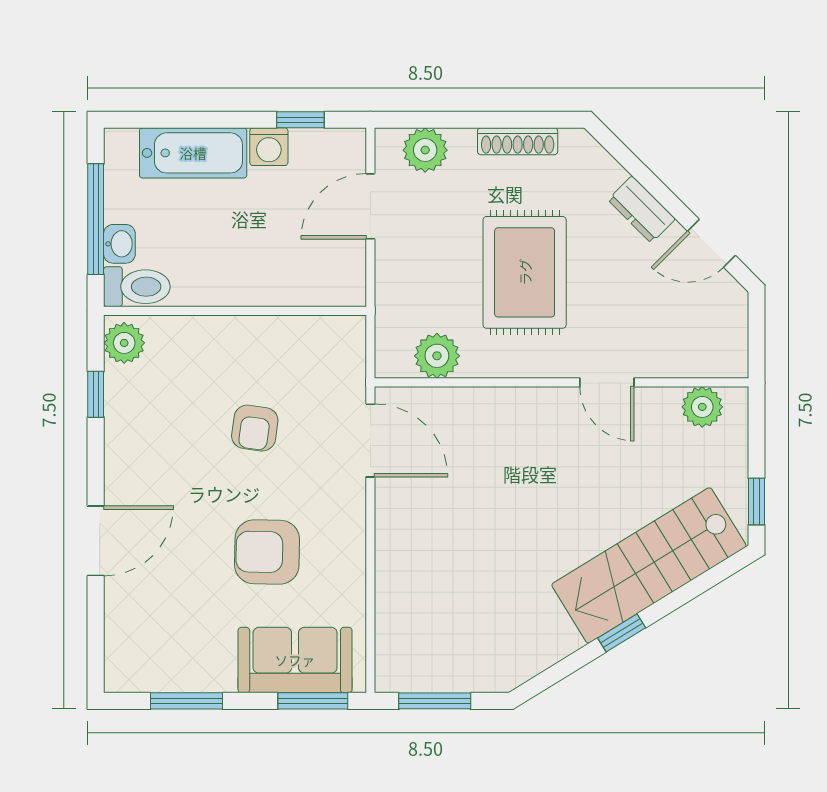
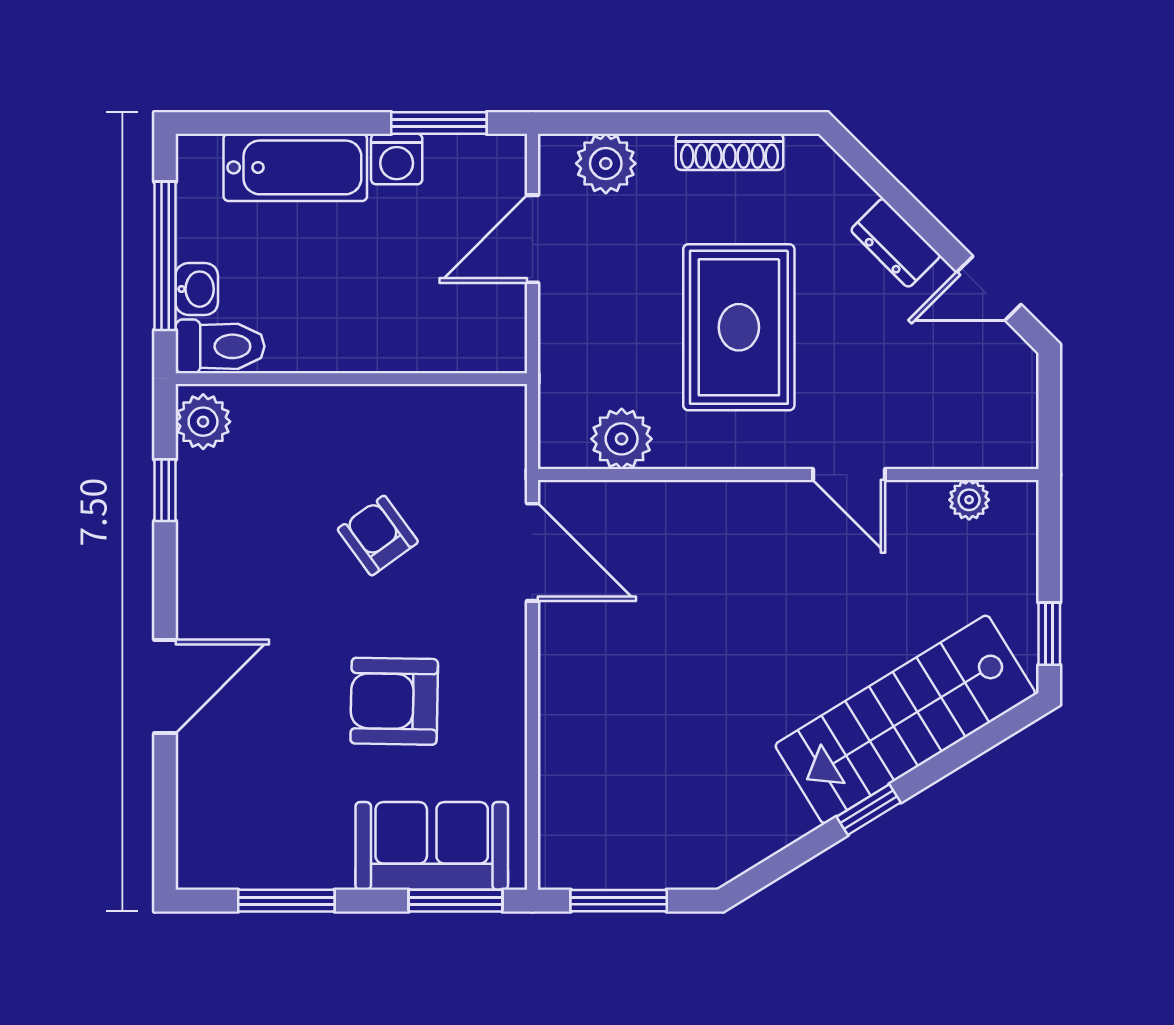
window: (300, 120) -> (439, 123), width x1.50
plant: (702, 407) -> (969, 500), width x0.73, depth x0.73
armchair: (255, 428) -> (378, 536), turned 136

